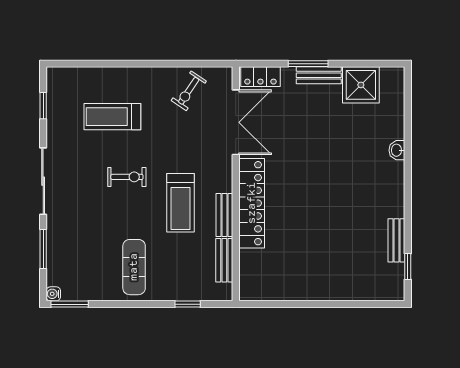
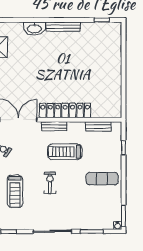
washbasin: (397, 150) -> (34, 28), width x1.91, depth x1.45
treadmill: (180, 203) -> (65, 152), turned 180
bench: (224, 215) -> (54, 126), moved
bench: (396, 240) -> (63, 27), moved, width x1.36

